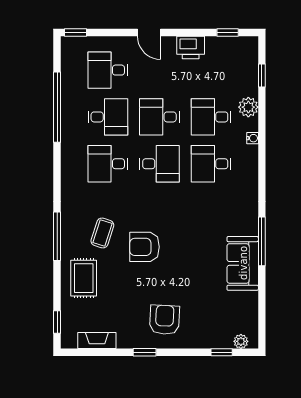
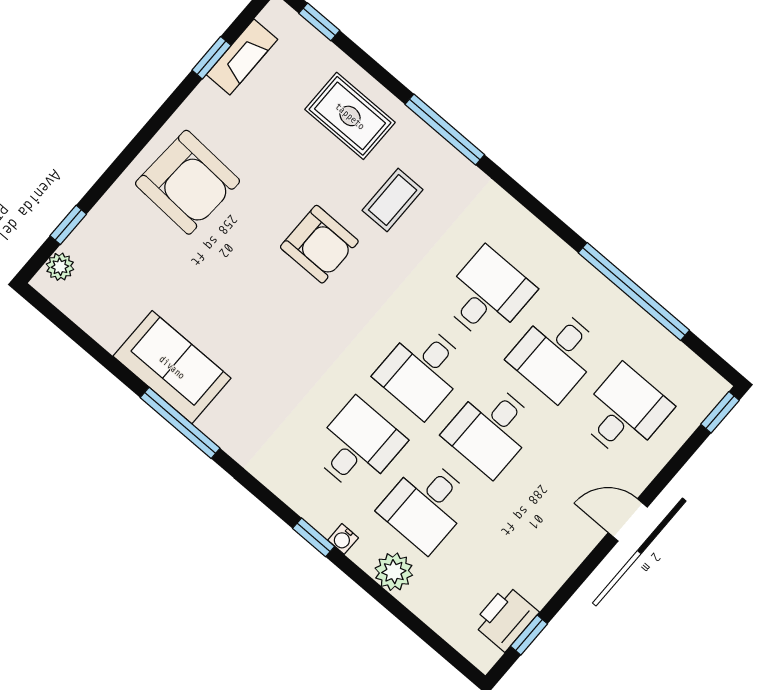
printer: (191, 47) -> (506, 618), moved
window: (262, 75) -> (314, 537), moved
desk: (159, 117) -> (491, 429), turned 180
desk: (211, 117) -> (426, 505), turned 180
coffee table: (102, 233) -> (393, 200), turned 72
armchair: (145, 247) -> (319, 244), turned 90
armchair: (165, 320) -> (188, 182), width x1.36, depth x1.36
window: (145, 352) -> (211, 58), moved

